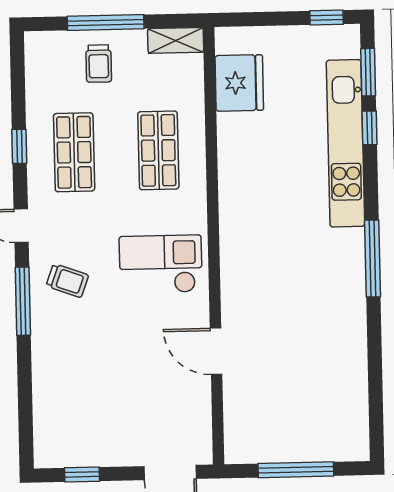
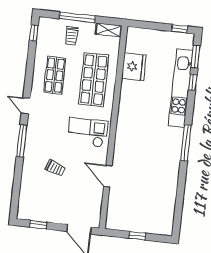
fridge: (239, 83) -> (134, 67), moved
window: (19, 146) -> (34, 33), moved
shop shelf: (158, 150) -> (94, 80), width x1.43, depth x1.36
trolley: (67, 281) -> (55, 168), moved
window: (296, 470) -> (137, 236), width x0.46

